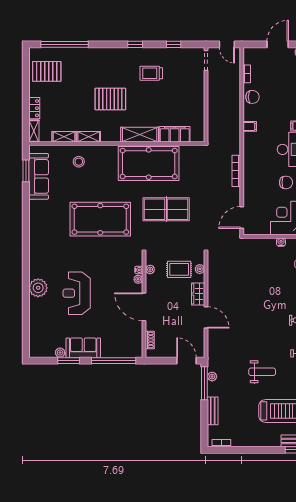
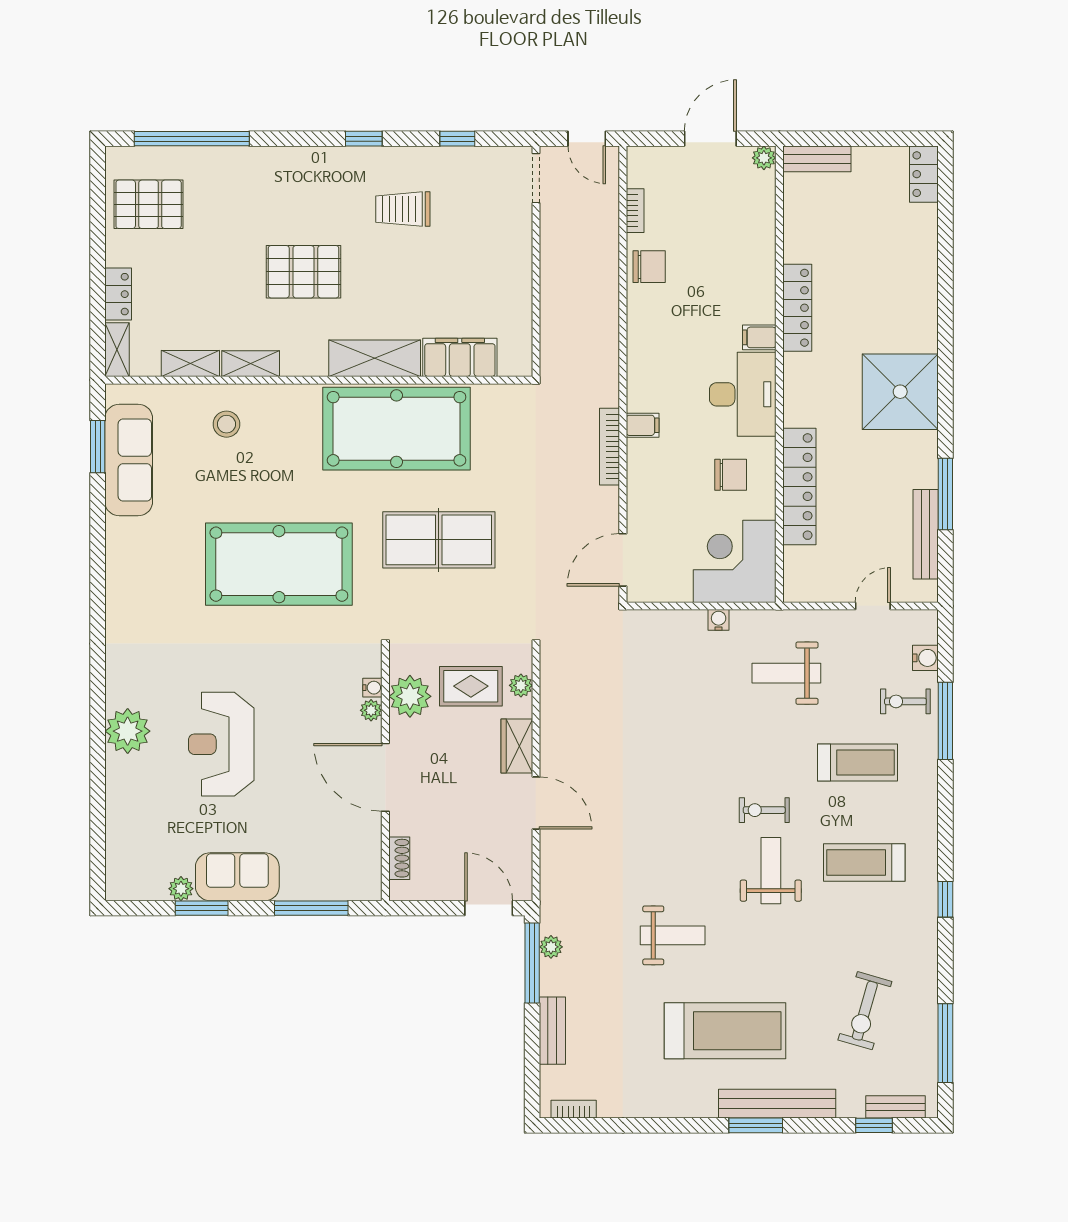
filing cabinet: (250, 126) -> (643, 425), moved
plant: (150, 269) -> (410, 696), width x1.88, depth x1.88
window: (114, 361) -> (311, 908), width x0.68

